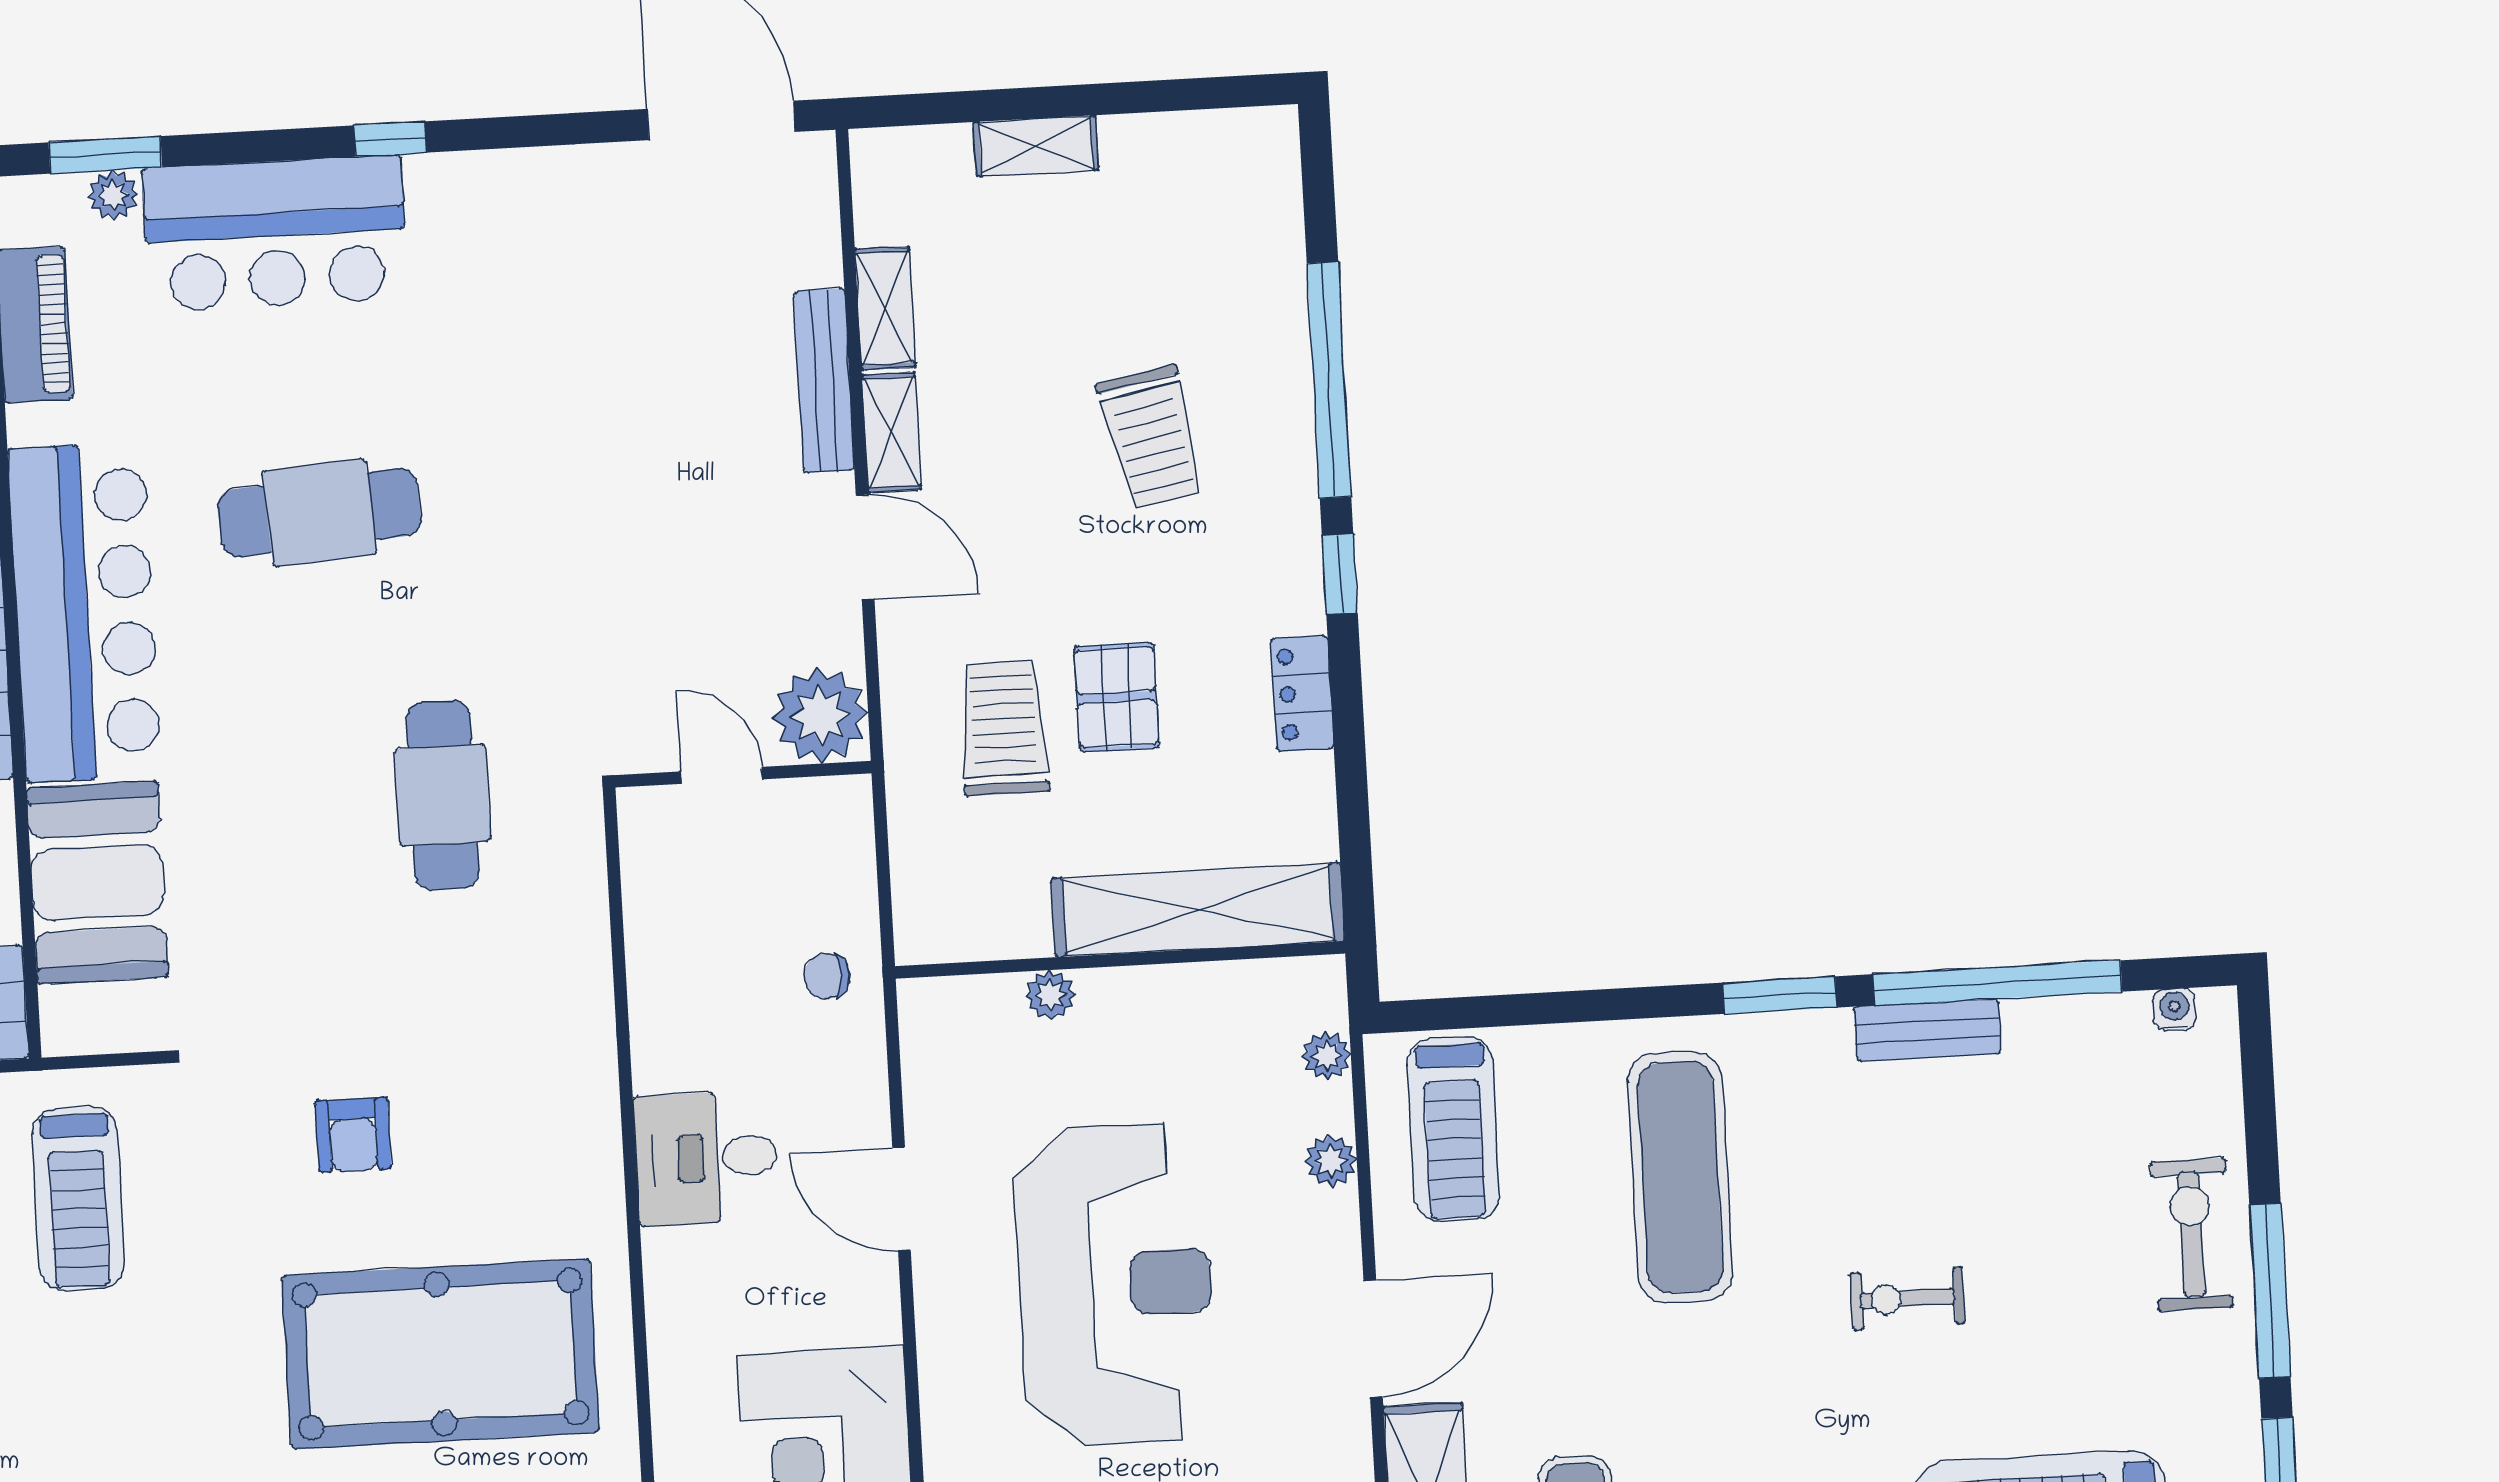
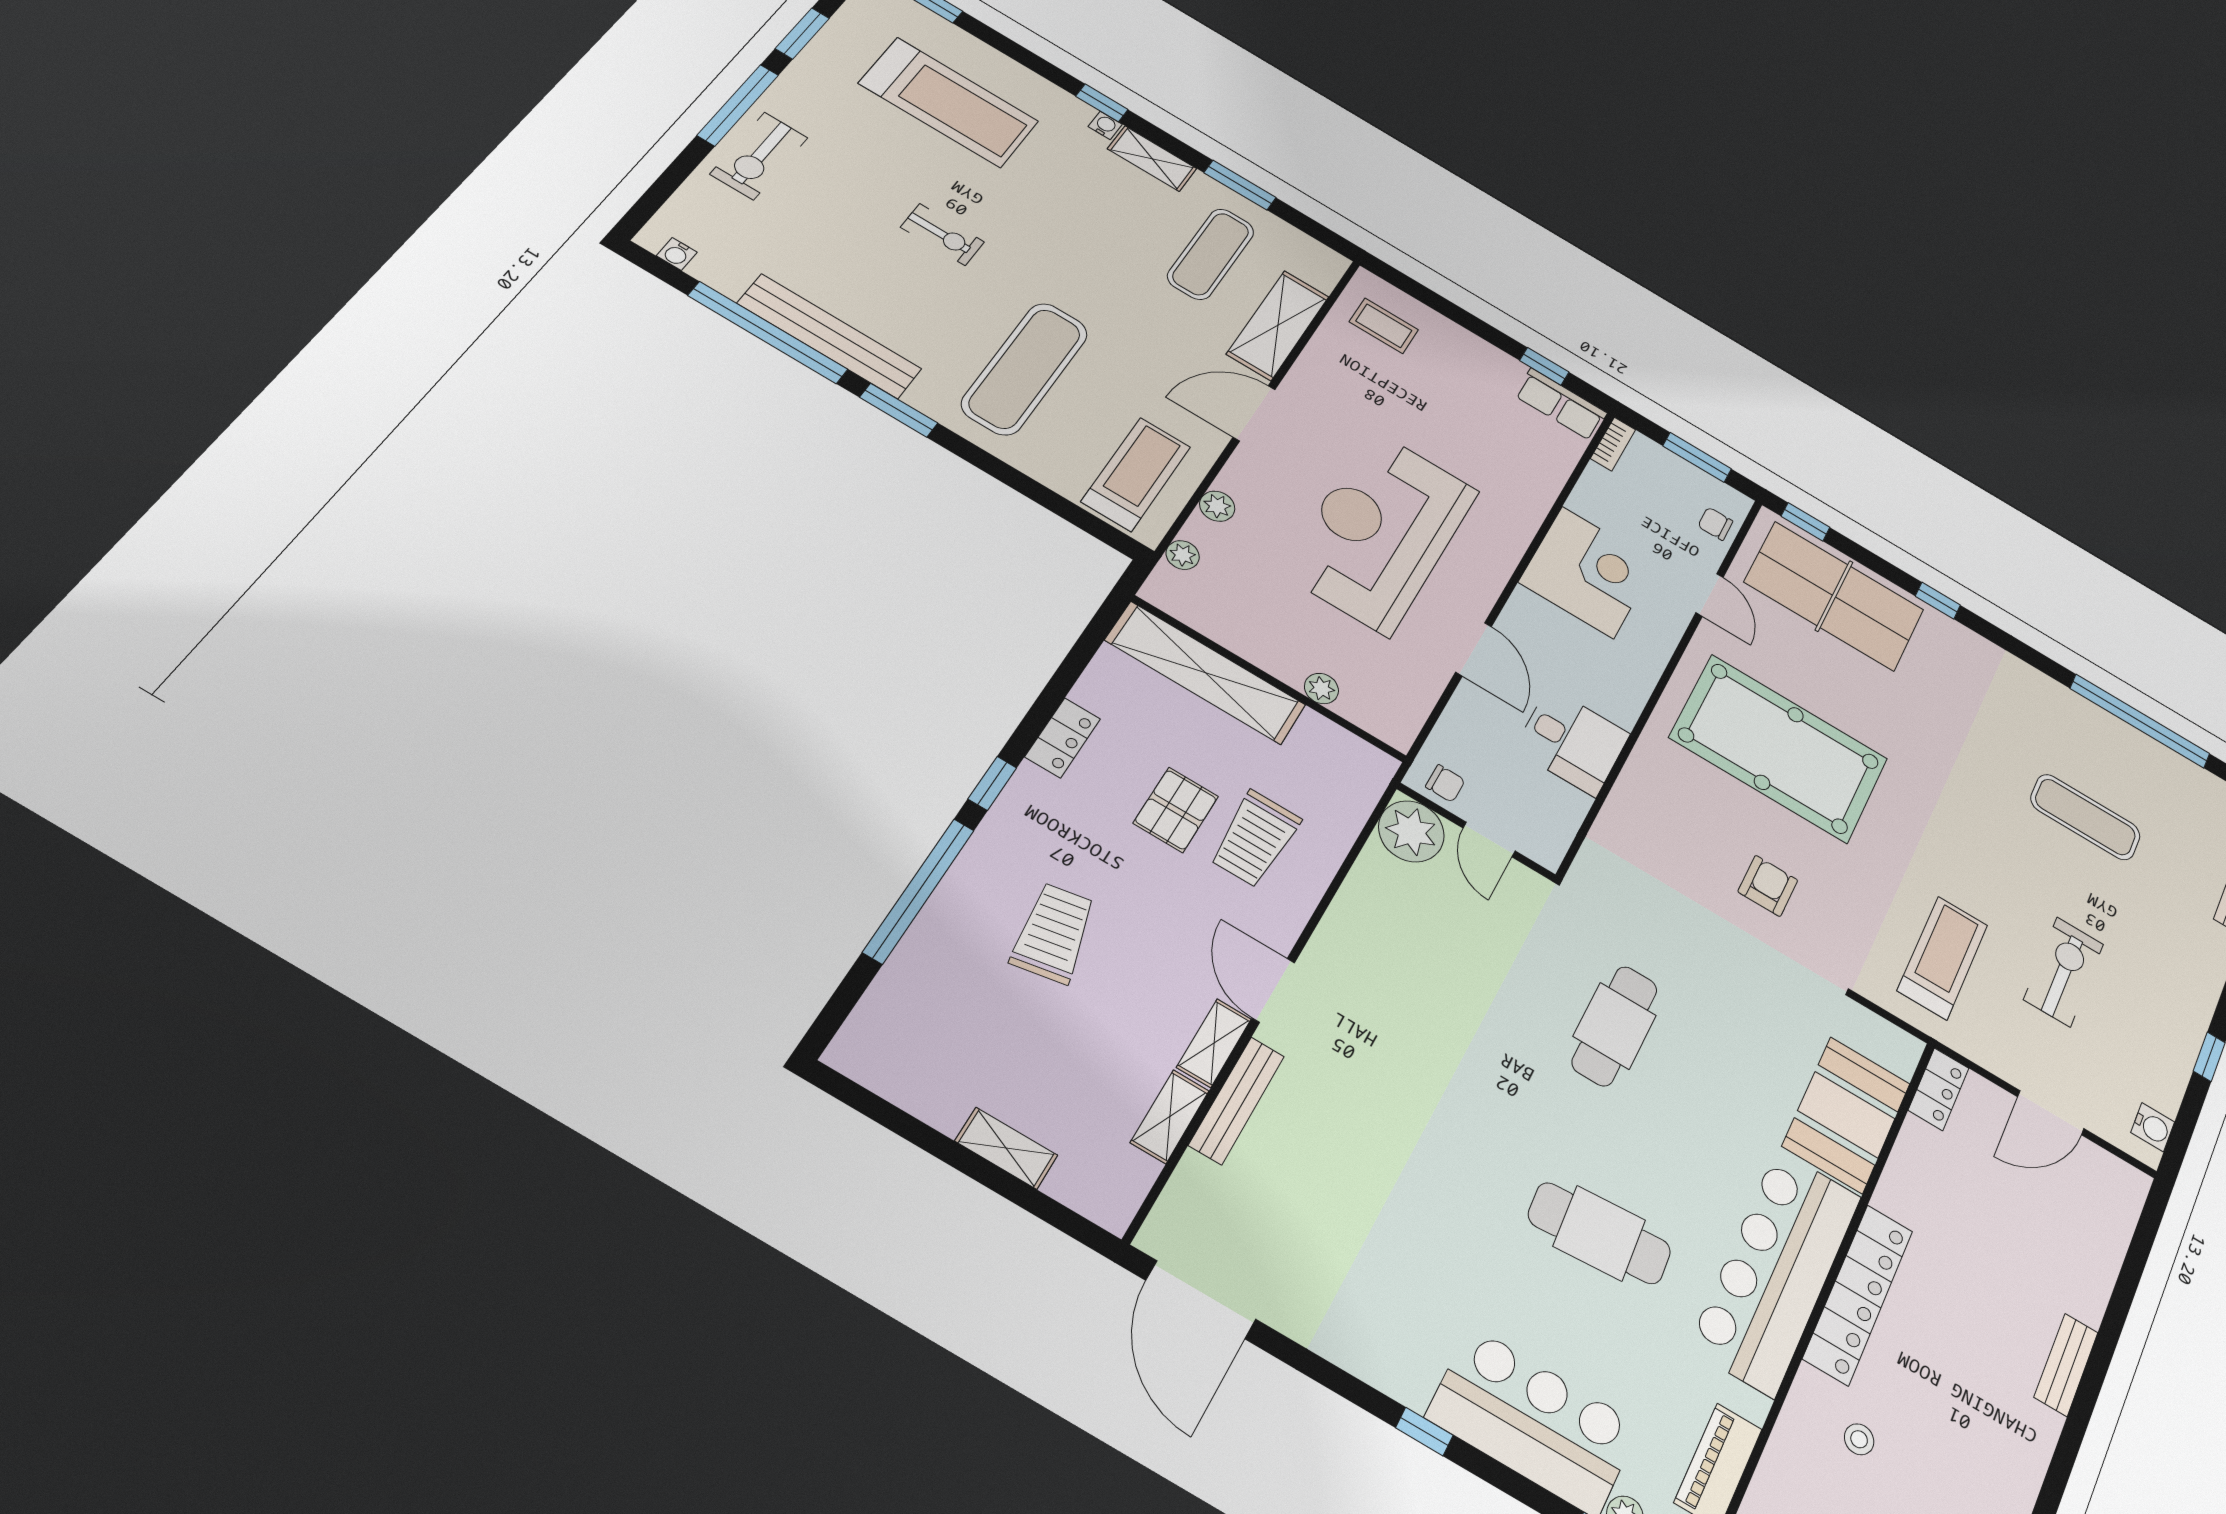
plant: (820, 715) -> (1411, 831), moved
wall: (743, 774) -> (1476, 832), moved
door: (722, 775) -> (1489, 839), moved
bench: (1928, 1030) -> (829, 336), width x1.86, depth x1.21

